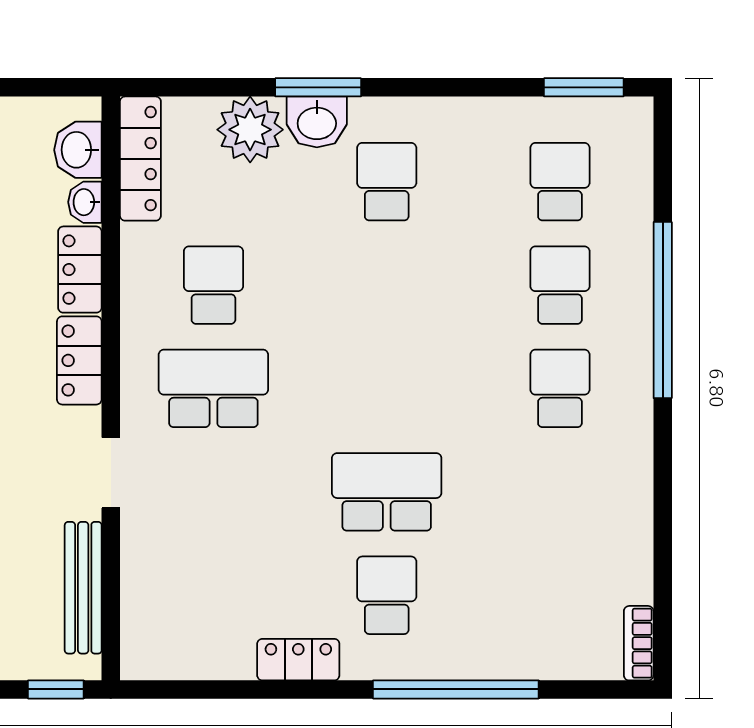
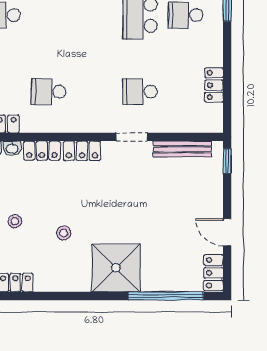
school desk: (213, 388) -> (140, 92), moved, width x0.54
locker: (298, 660) -> (214, 85), moved

